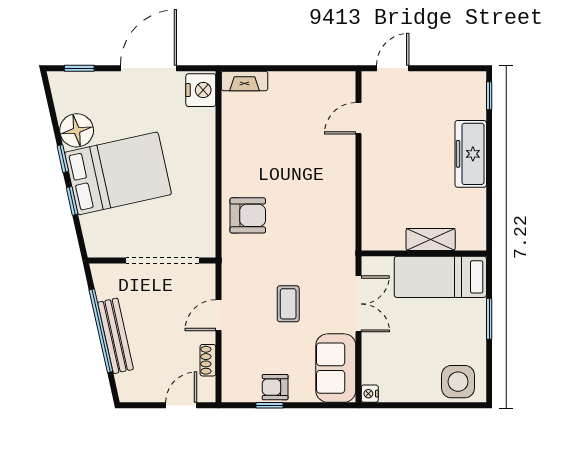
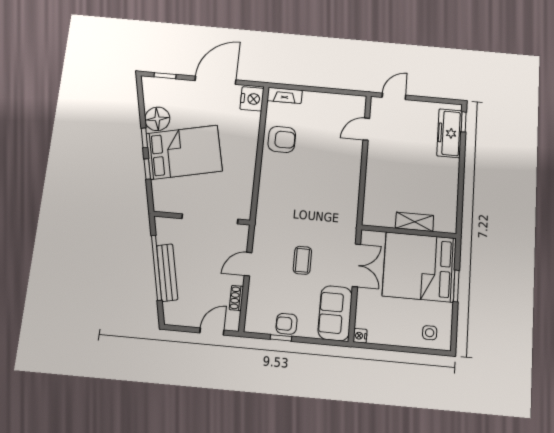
freezer: (471, 154) -> (449, 133), moved
armchair: (248, 215) -> (282, 139), moved
bed: (440, 277) -> (419, 267), width x2.04
side table: (458, 382) -> (430, 333), width x0.54, depth x0.54

